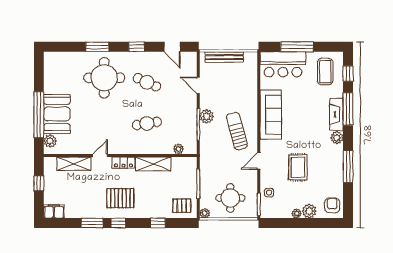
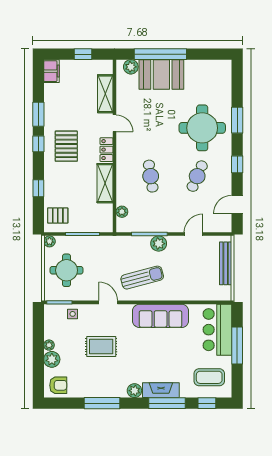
pallet: (182, 206) -> (58, 215), turned 90

